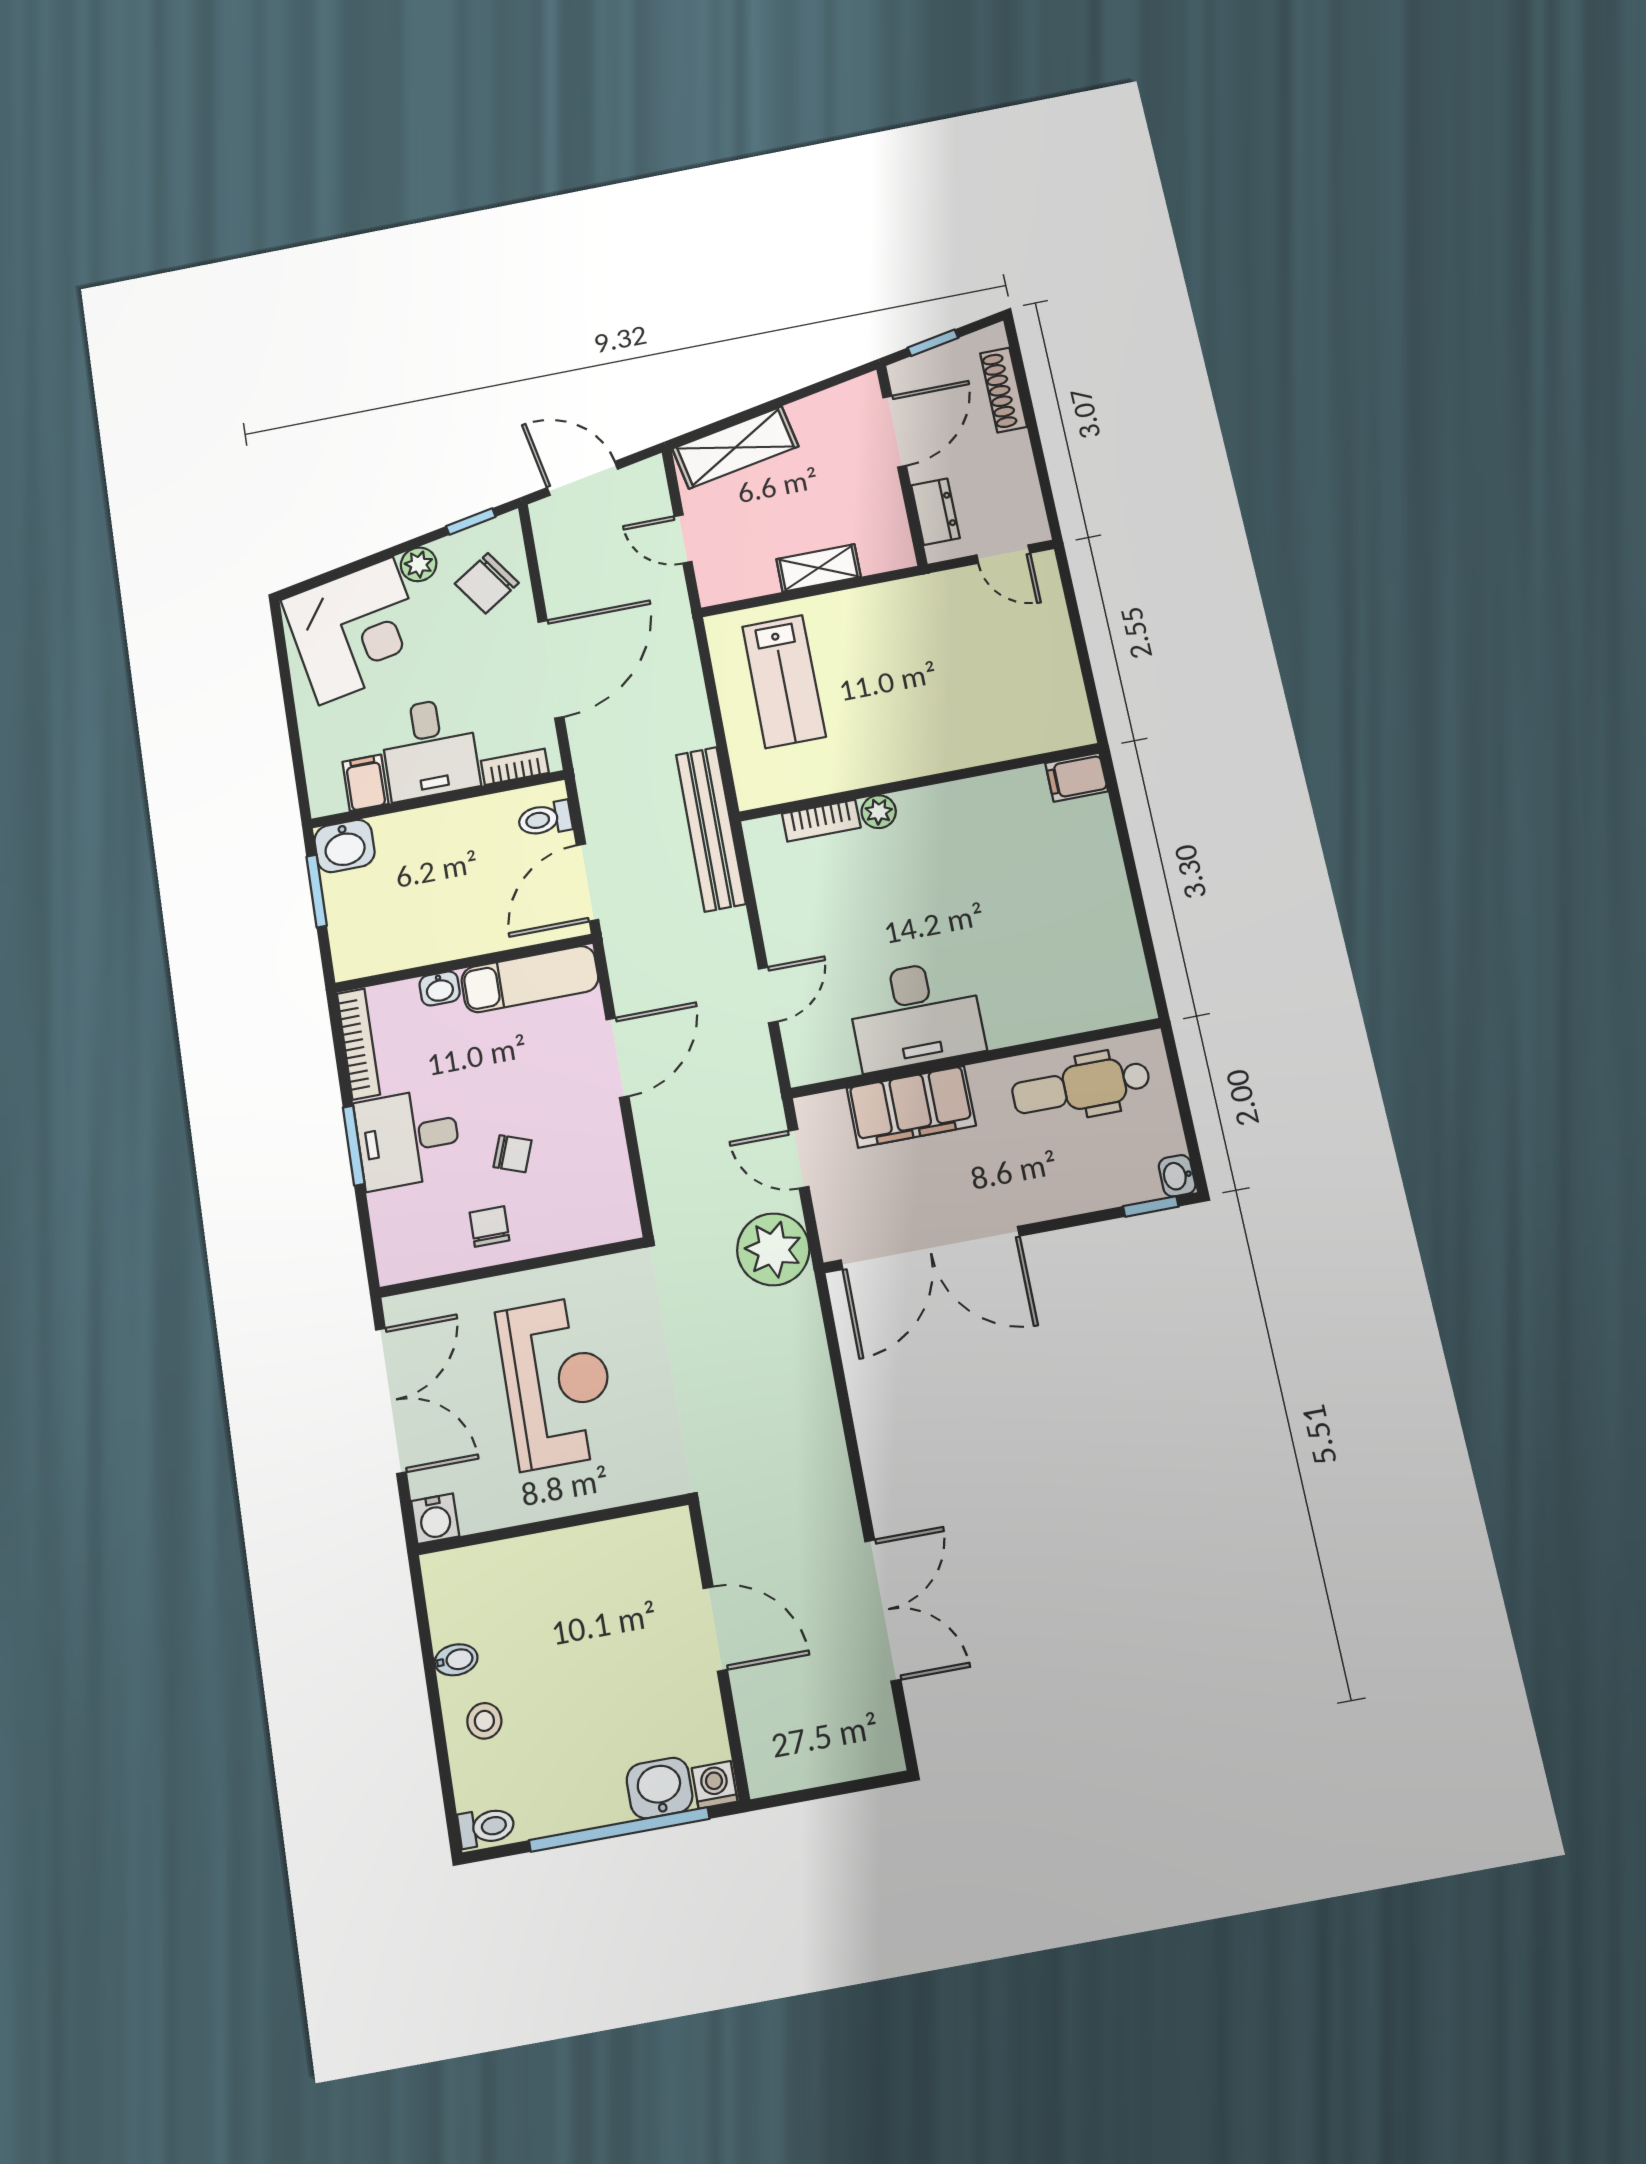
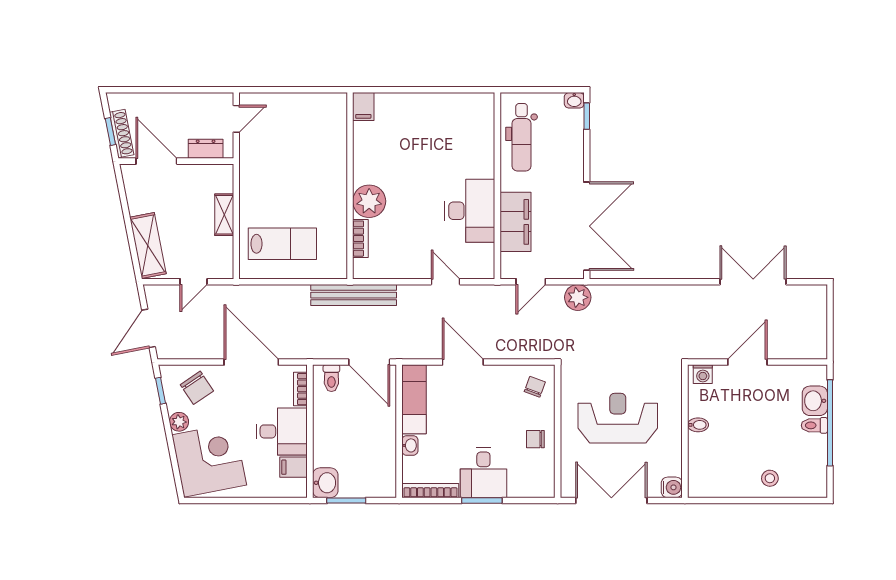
shoe rack: (1003, 390) -> (122, 134), moved, turned -101
plant: (879, 812) -> (369, 201), width x1.88, depth x1.88
chair: (513, 1154) -> (535, 387), moved
plant: (773, 1249) -> (578, 297), width x0.73, depth x0.73
bidet: (456, 1660) -> (698, 425), moved, turned 90
washing machine: (715, 1785) -> (703, 374), moved, turned -90
toilet: (486, 1827) -> (814, 425), moved, turned -90

